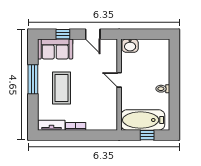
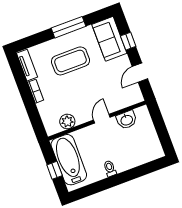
washbasin: (130, 46) -> (127, 120), moved, turned -90
plant: (111, 109) -> (67, 122), added

